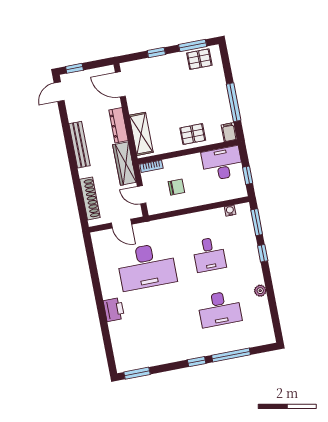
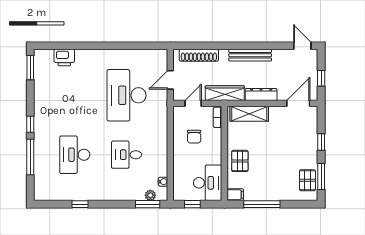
window: (74, 68) -> (321, 78), moved
window: (263, 253) -> (80, 204), moved
plant: (260, 291) -> (150, 195), moved
printer: (114, 310) -> (64, 58), moved

